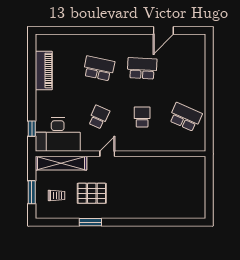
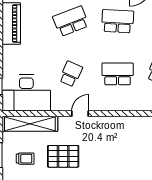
school desk: (99, 68) -> (71, 21), turned -33
school desk: (142, 117) -> (118, 74), width x1.85

